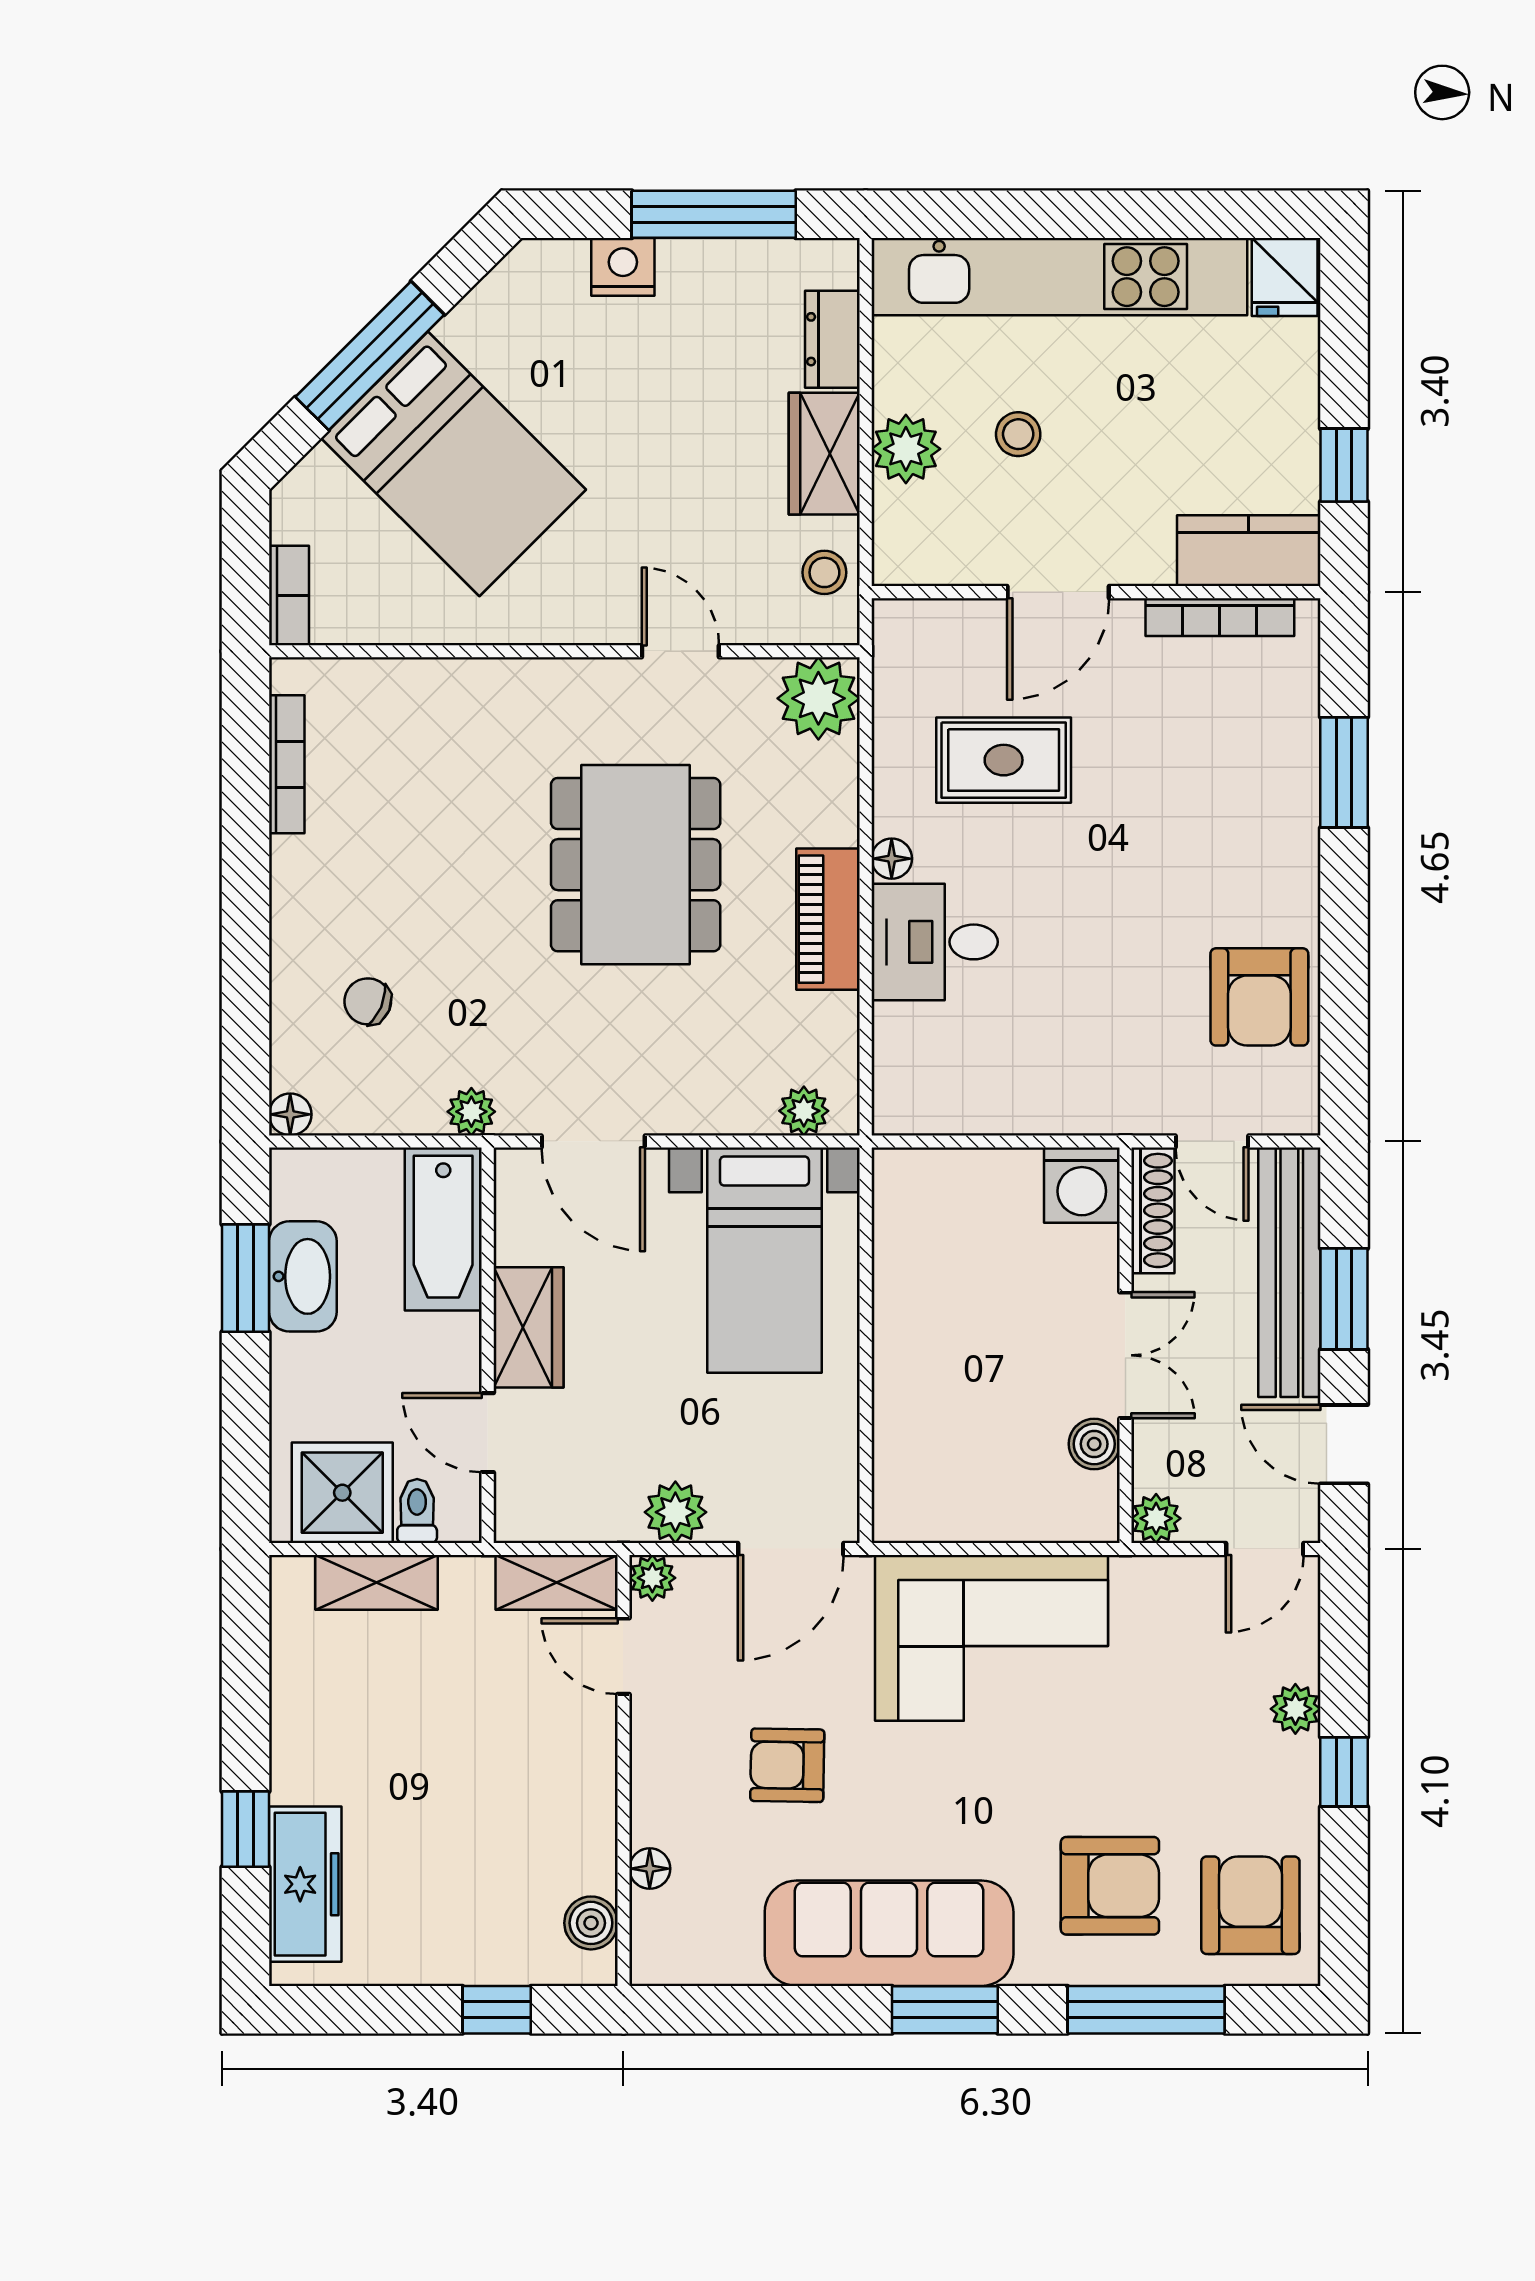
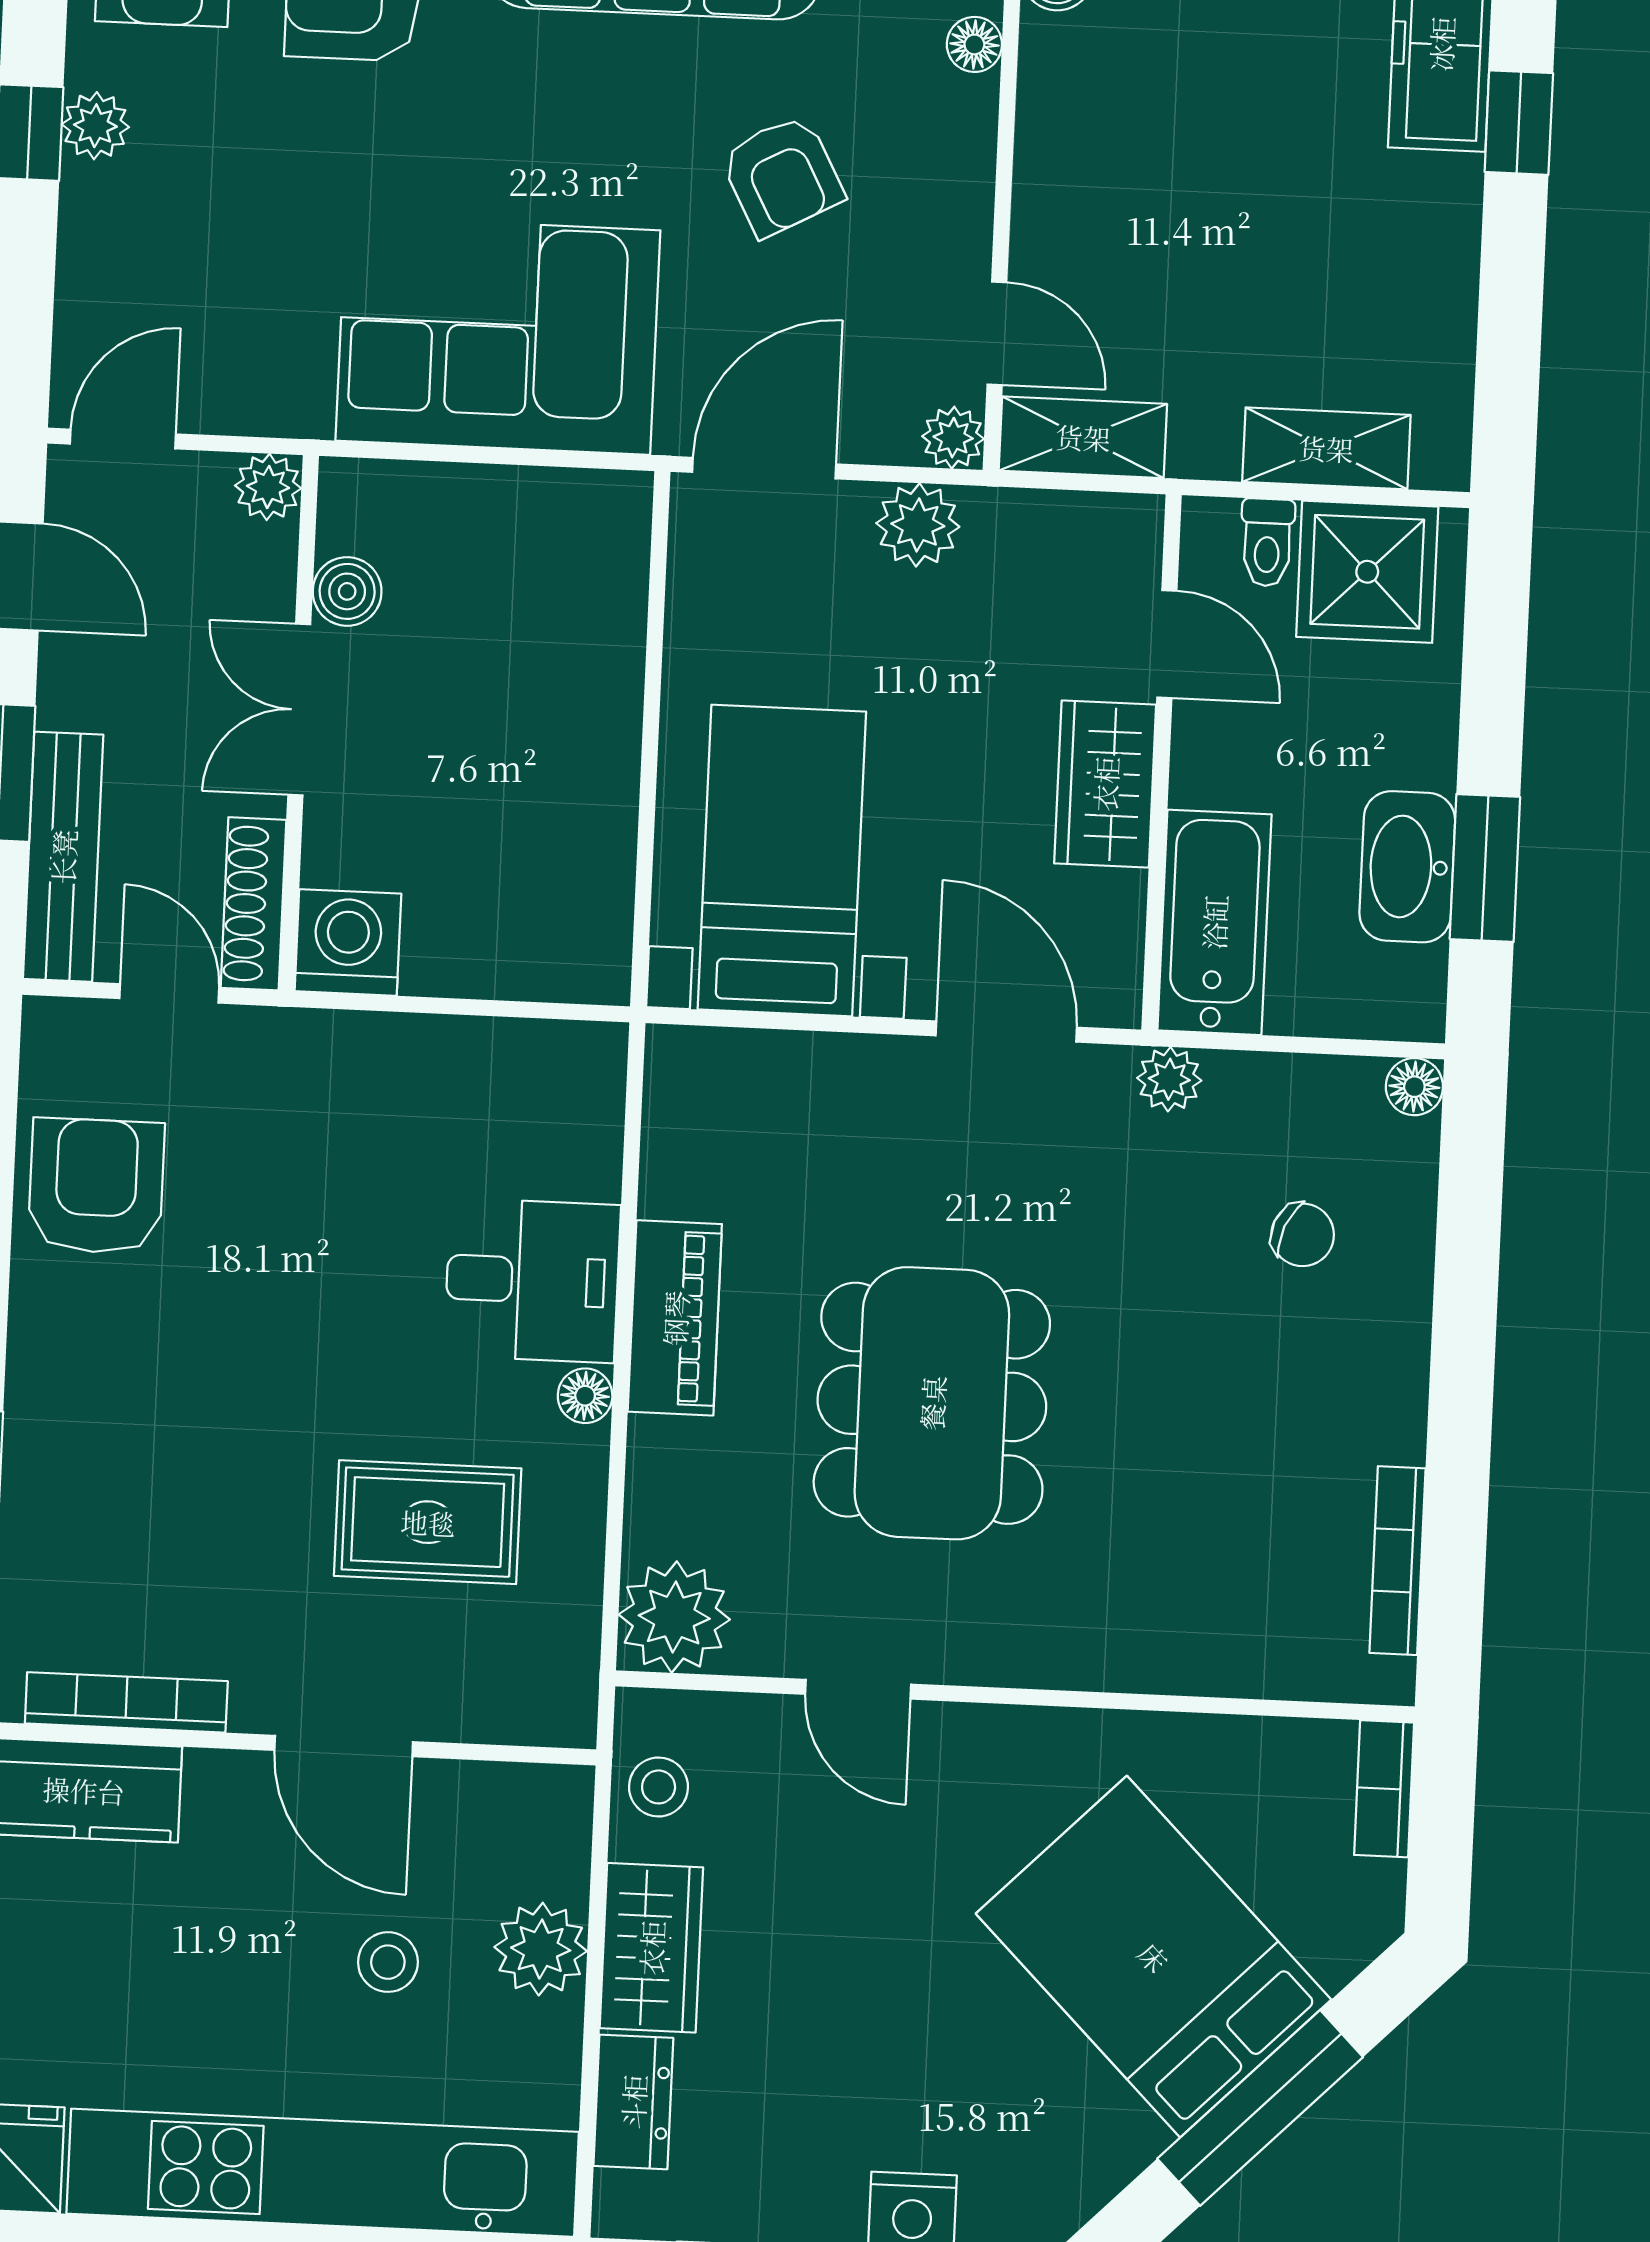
door: (1058, 592) -> (344, 1746), swing flipped
plant: (804, 1111) -> (720, 1060), removed
bench: (1289, 1272) -> (63, 857), width x0.73, depth x0.82
plant: (1295, 1709) -> (95, 126), moved
armchair: (787, 1765) -> (782, 176), turned 61

